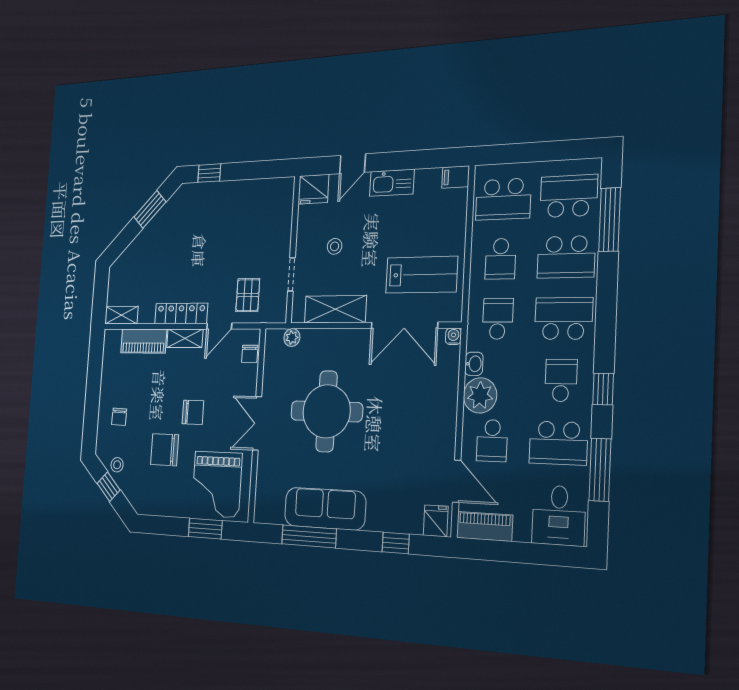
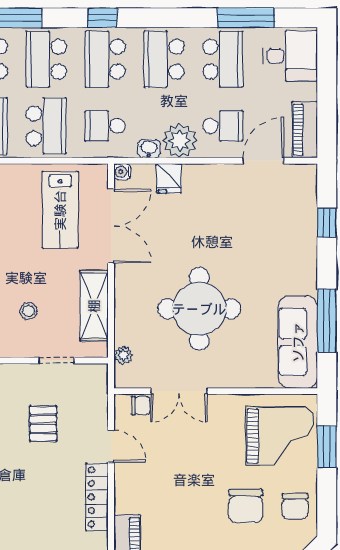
school desk: (566, 257) -> (46, 59), turned 180
school desk: (500, 259) -> (46, 126), width x1.85
lab bench: (421, 275) -> (60, 210), turned 180
pallet: (248, 295) -> (43, 424), moved, turned 90
shelving: (185, 338) -> (124, 490), removed
school desk: (561, 380) -> (164, 59), width x1.85
window: (603, 389) -> (102, 18), moved
chair: (193, 412) -> (295, 506), moved, turned 180
double door: (257, 423) -> (179, 391), moved
sofa: (325, 509) -> (298, 342), moved
fridge: (436, 521) -> (169, 178), moved, turned -90

